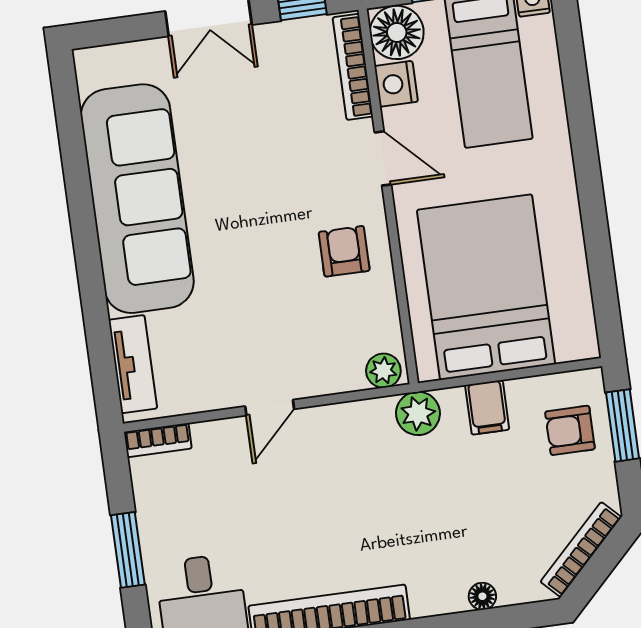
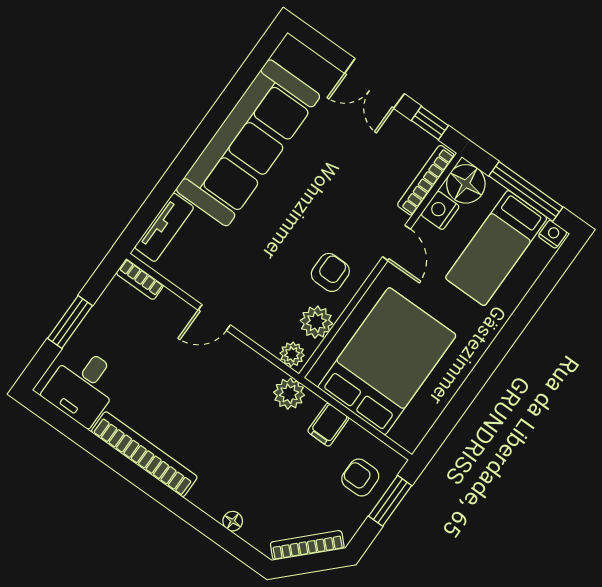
plant: (377, 315) -> (316, 322), added

